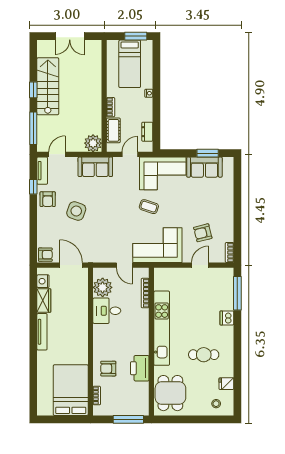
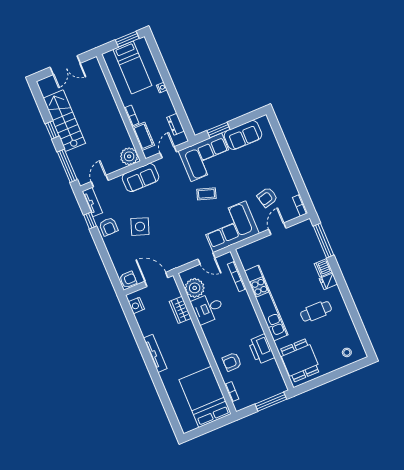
window: (208, 153) -> (218, 130), moved
wardrobe: (44, 301) -> (180, 310), moved, turned 180
fridge: (226, 384) -> (328, 281), moved

